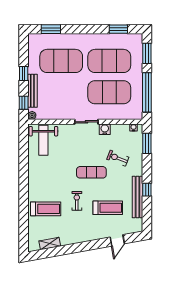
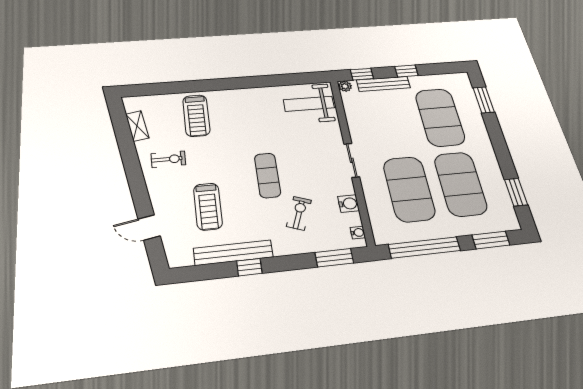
water cooler: (105, 129) -> (348, 204), moved
exercise bike: (77, 201) -> (168, 159), moved

